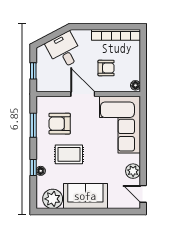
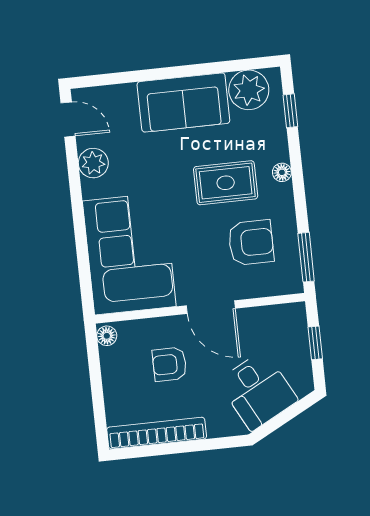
window: (33, 125) -> (306, 257), moved
window: (33, 168) -> (290, 111), moved
floor lamp: (41, 171) -> (282, 172), moved

